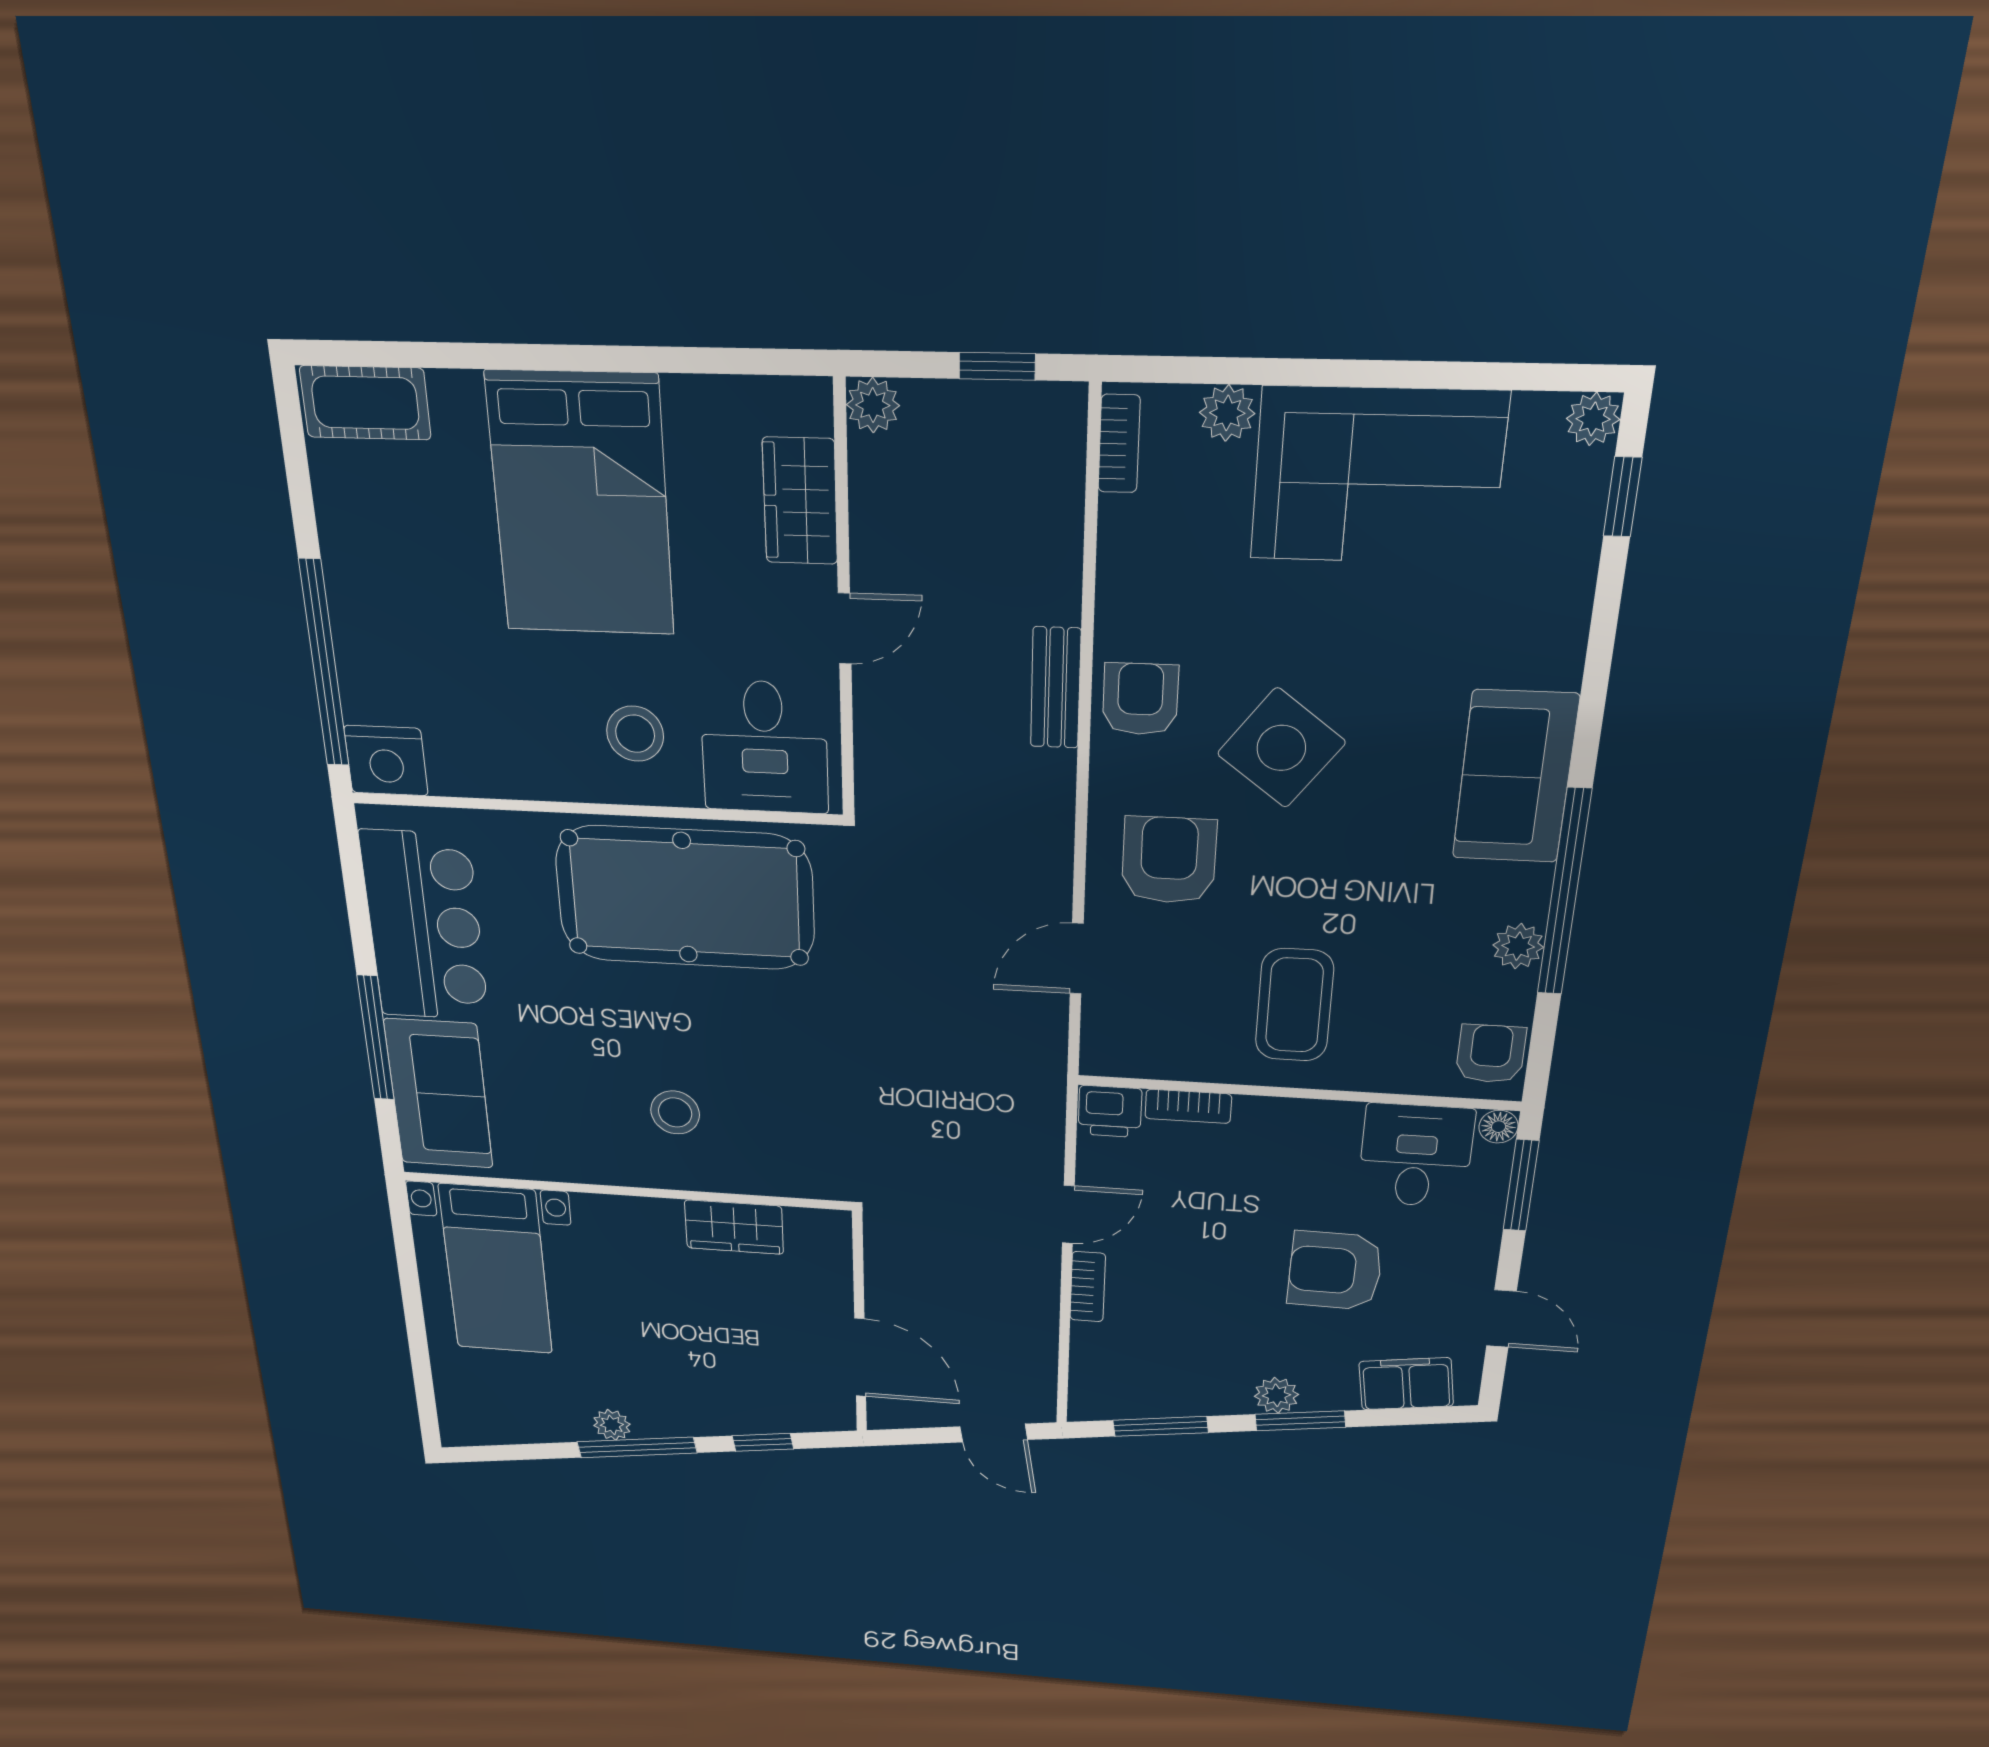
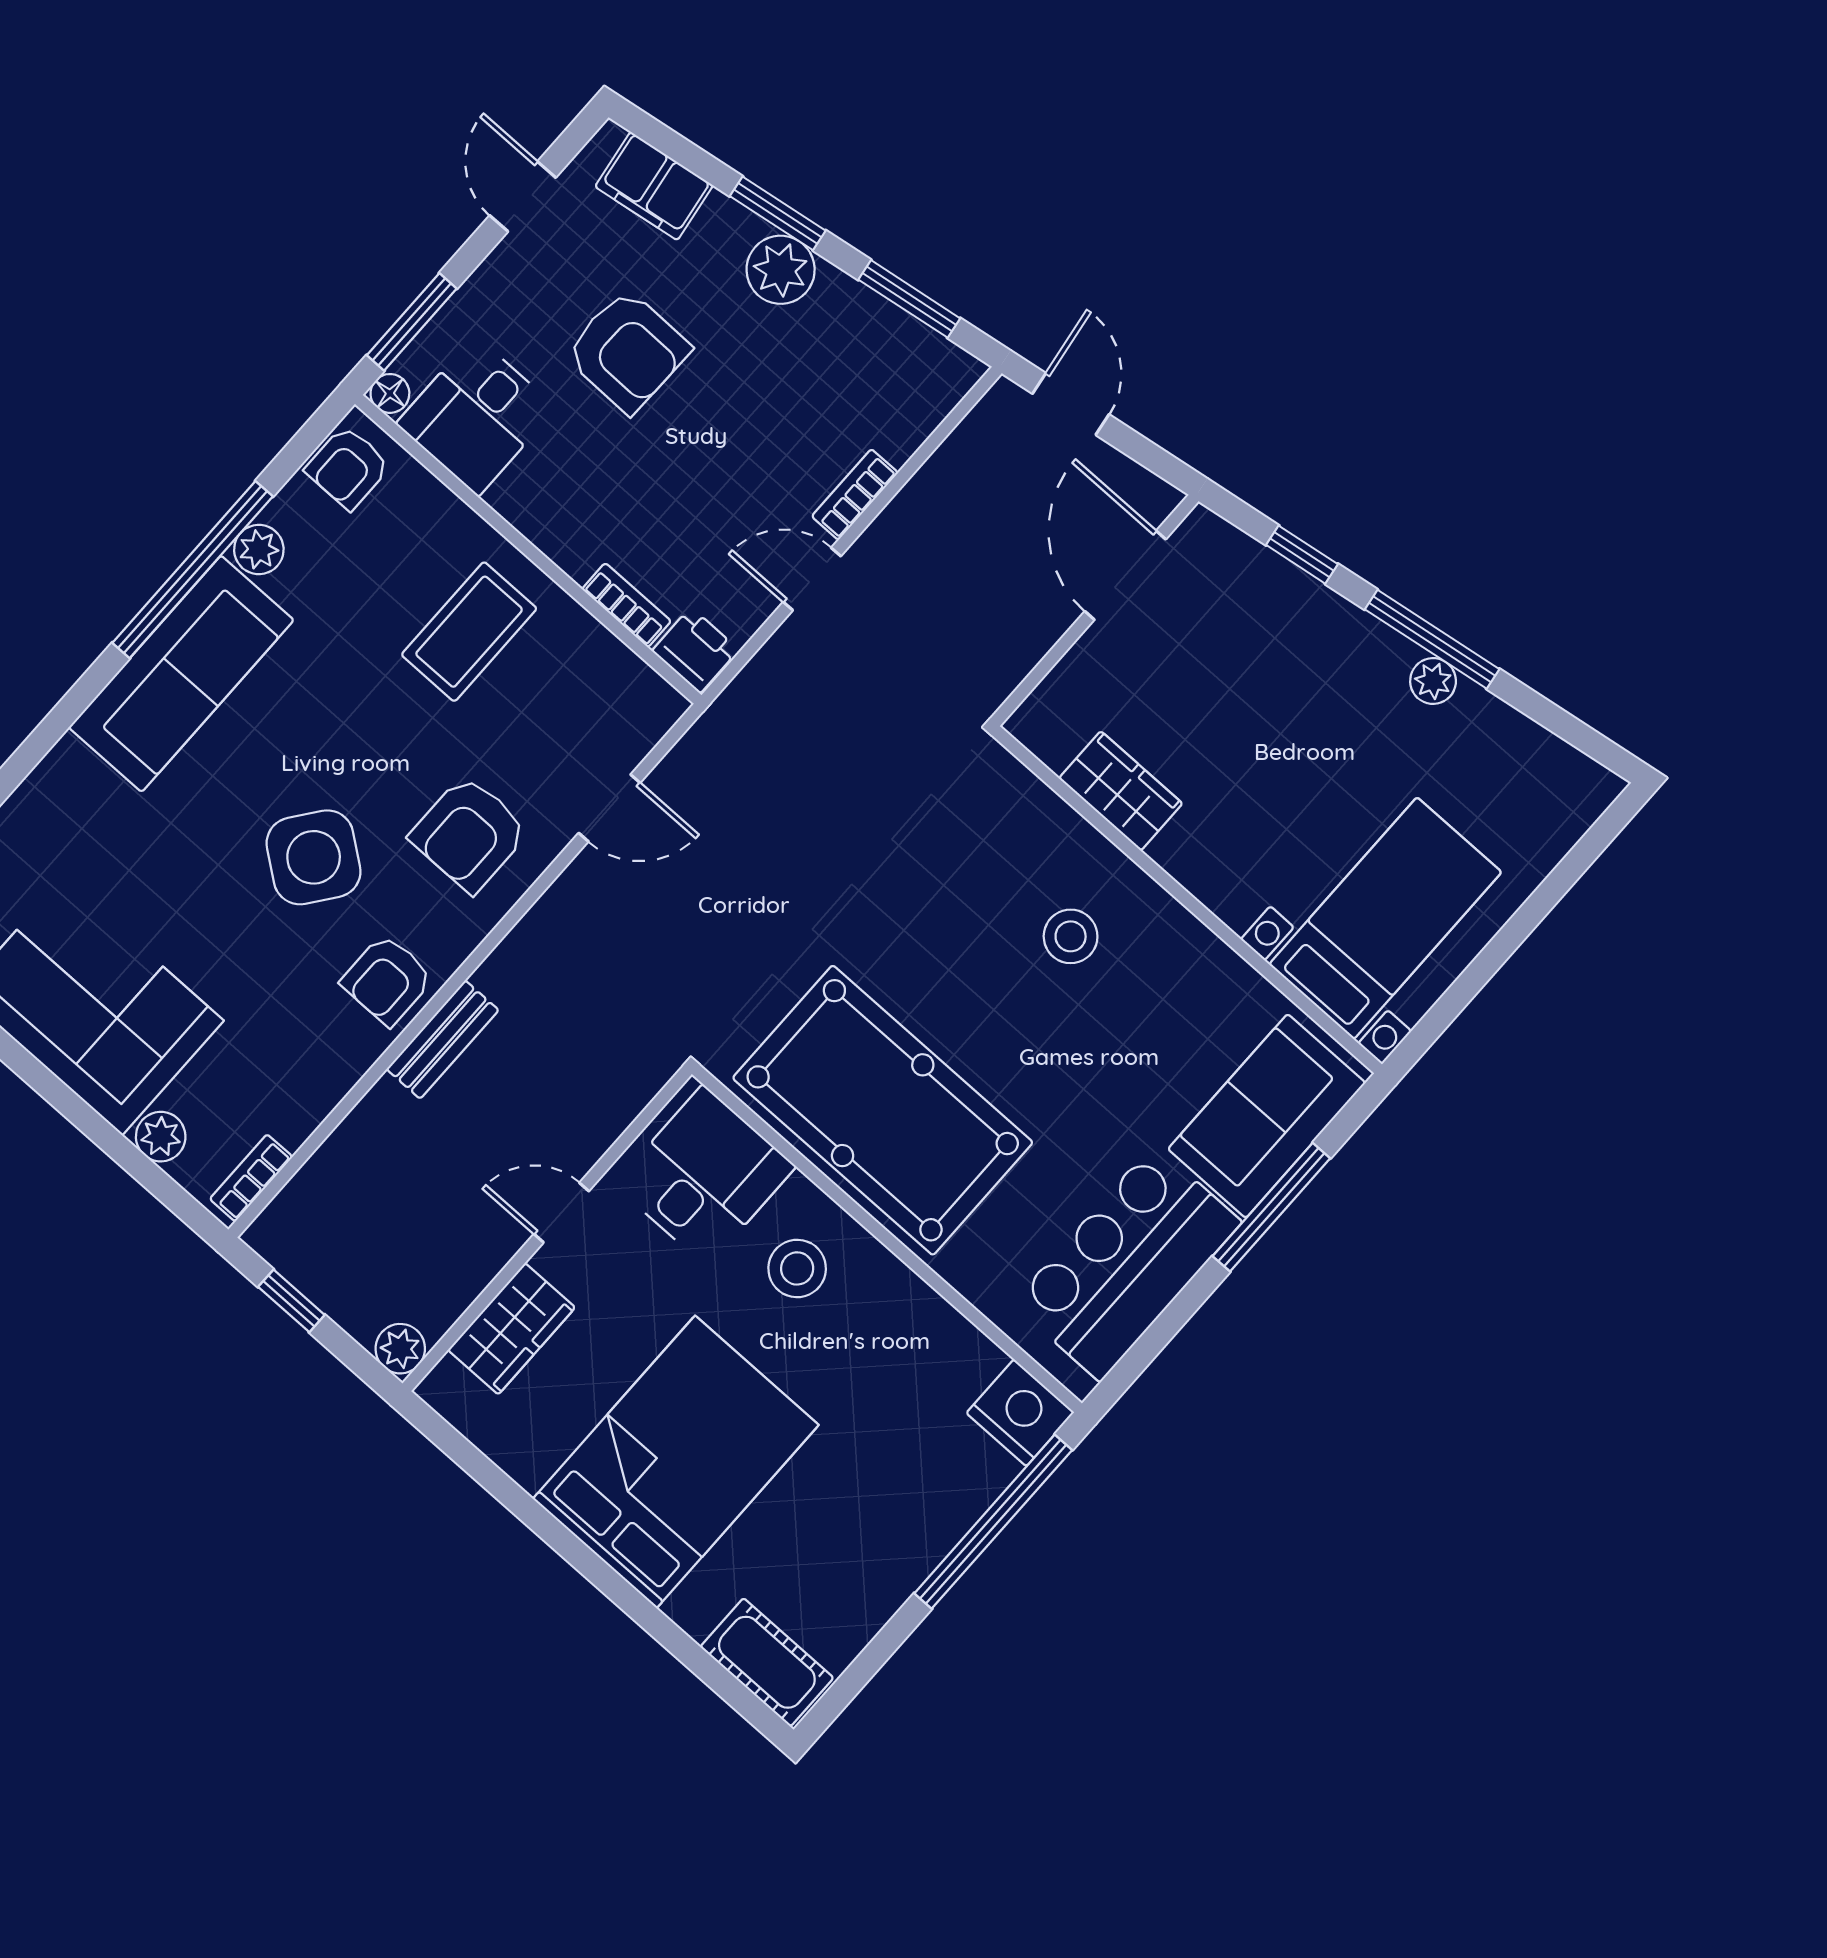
sofa: (1515, 777) -> (181, 674), width x1.36
plant: (1276, 1395) -> (781, 270), width x1.38, depth x1.38

